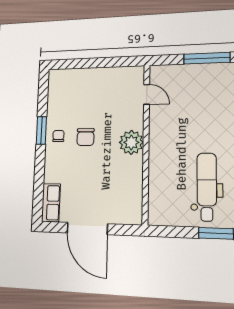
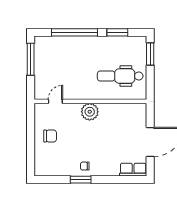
chair: (86, 137) -> (50, 136), moved
dental chair: (207, 187) -> (120, 76), moved

